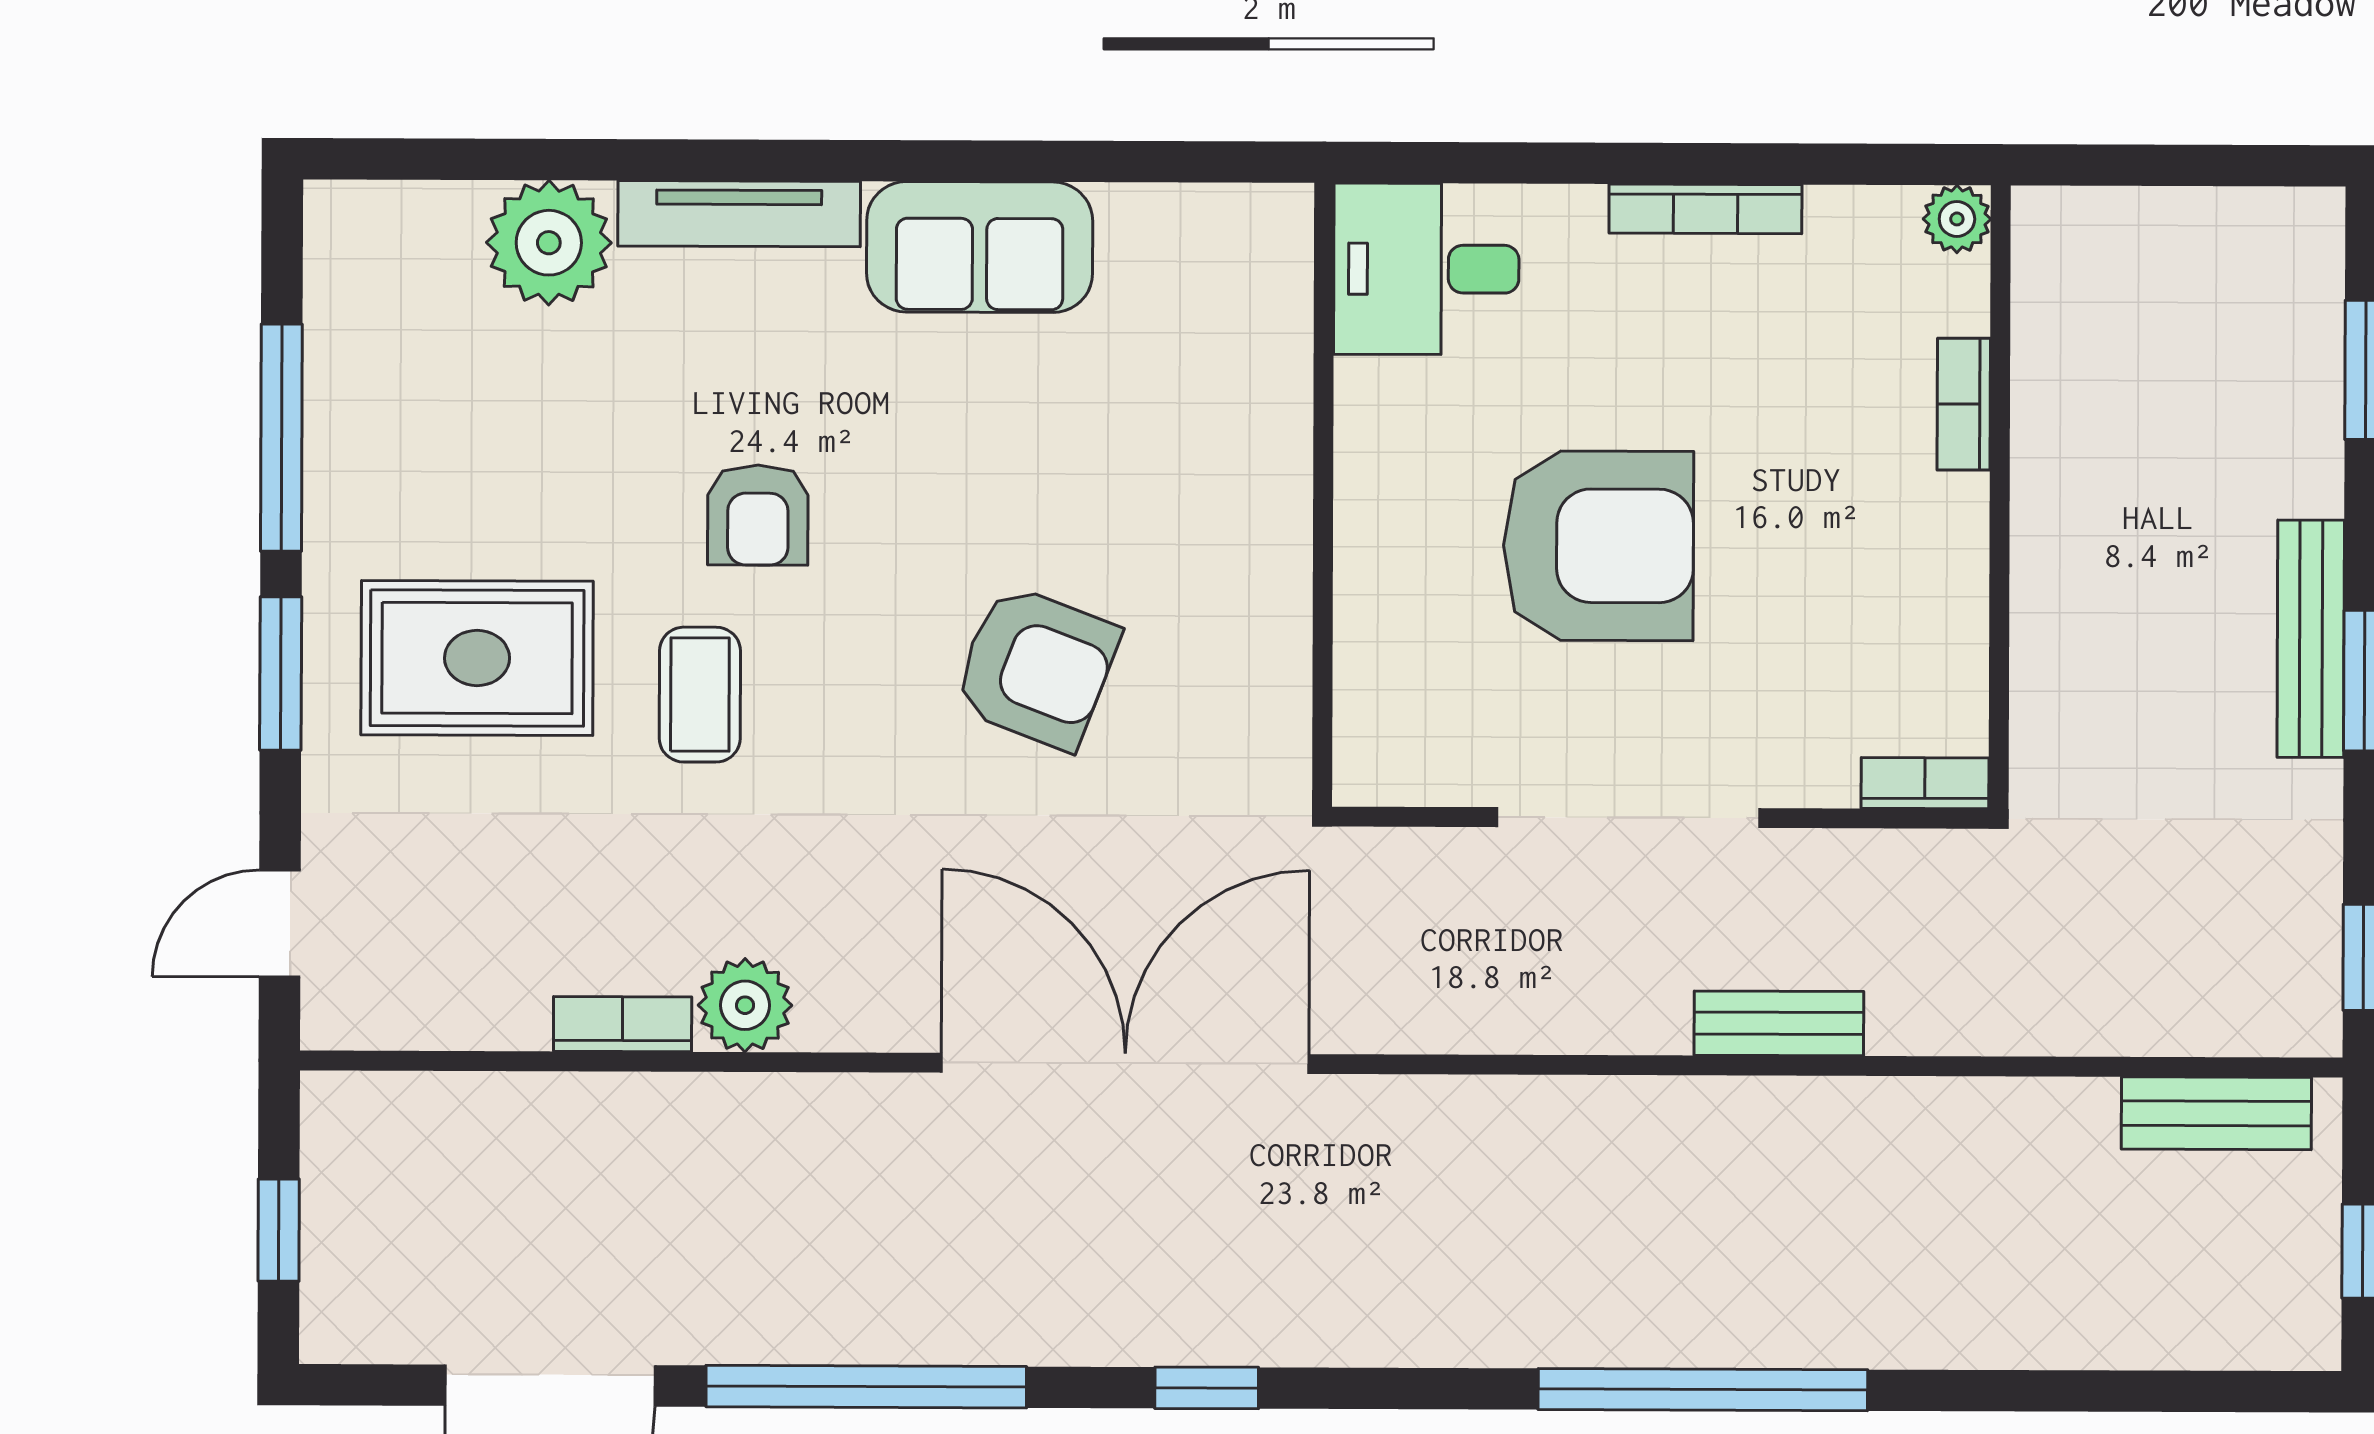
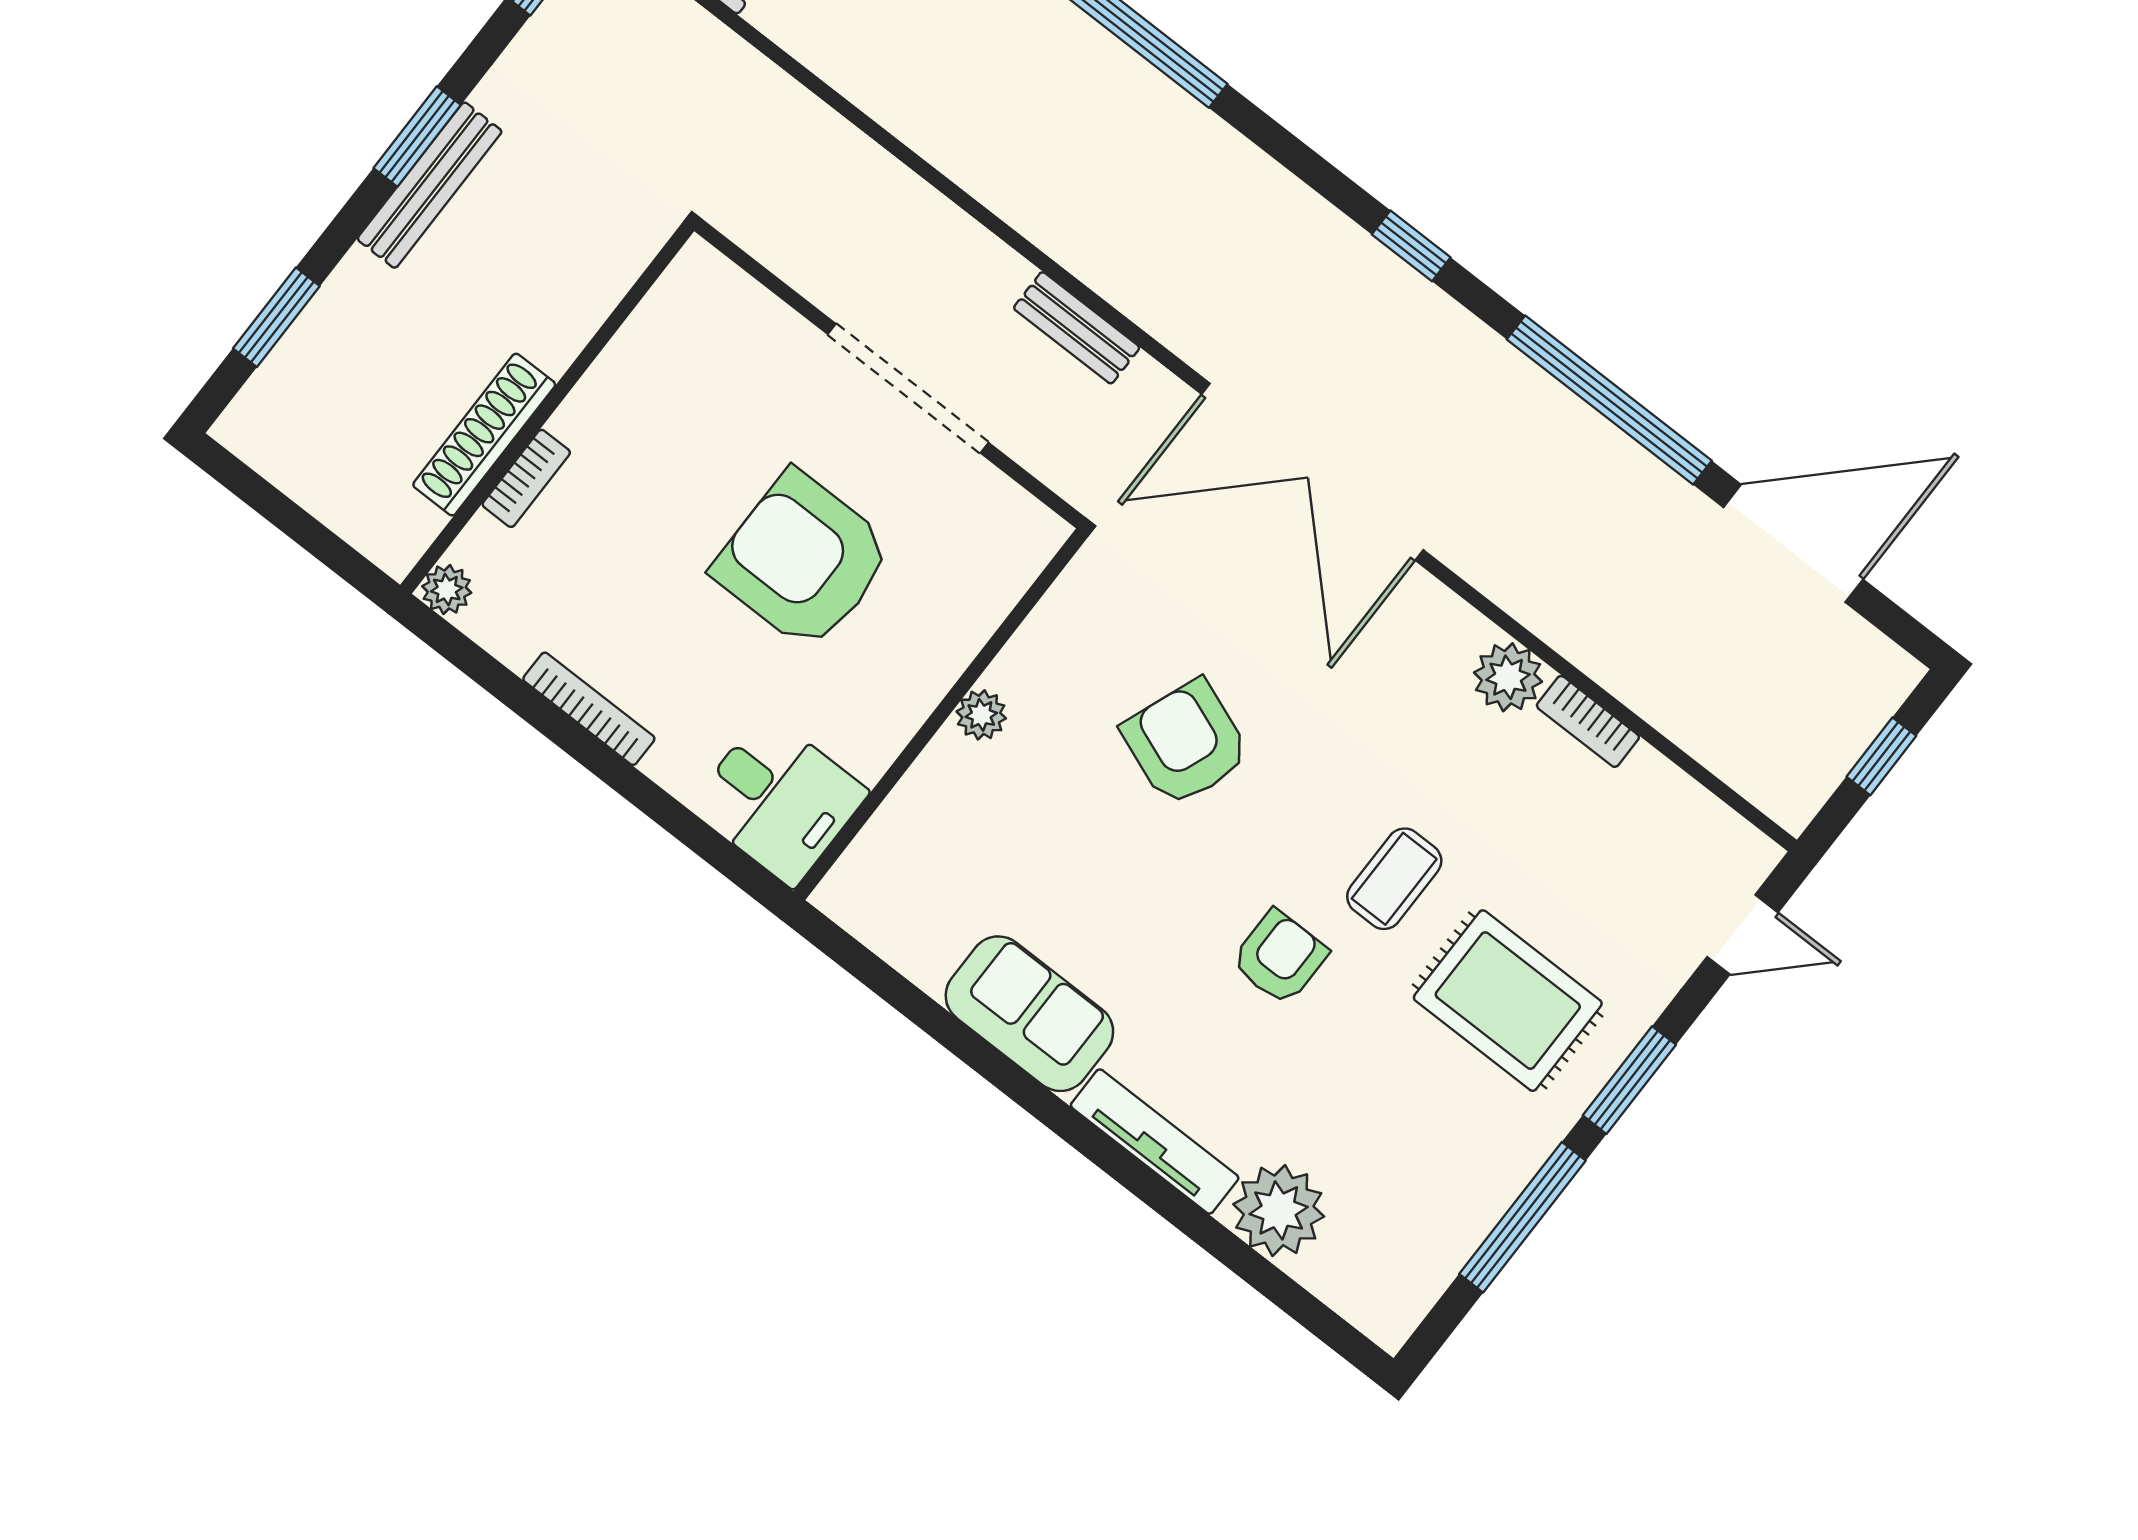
shoe rack: (2045, 416) -> (484, 435), added
plant: (1279, 528) -> (981, 715), added
bookcase: (1925, 783) -> (720, 275), removed
bench: (1779, 1023) -> (1077, 328), moved

